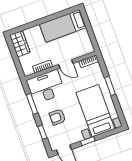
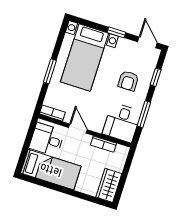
desk: (80, 42) -> (47, 140), added
desk: (46, 87) -> (122, 123), width x0.73
armchair: (57, 117) -> (128, 81), turned 90

